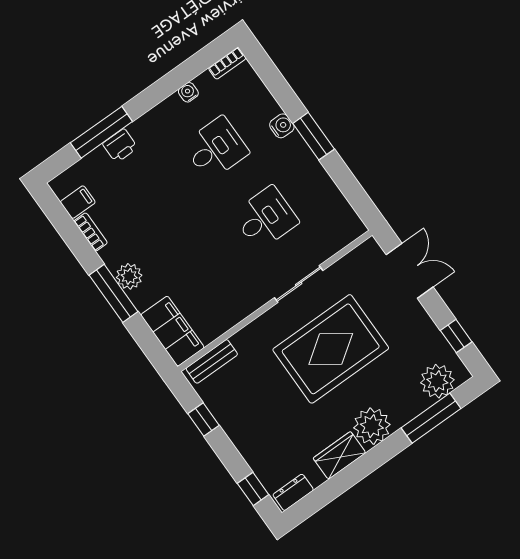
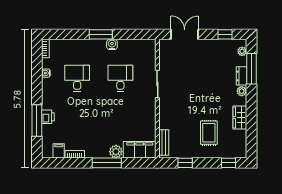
water cooler: (282, 126) -> (112, 44), moved
plant: (129, 276) -> (116, 152), moved
rug: (331, 349) -> (209, 133), moved, width x0.54, depth x0.49
plant: (437, 381) -> (242, 51), width x0.53, depth x0.53
plant: (372, 426) -> (242, 91), width x0.53, depth x0.53
dresser: (293, 492) -> (241, 76), moved

